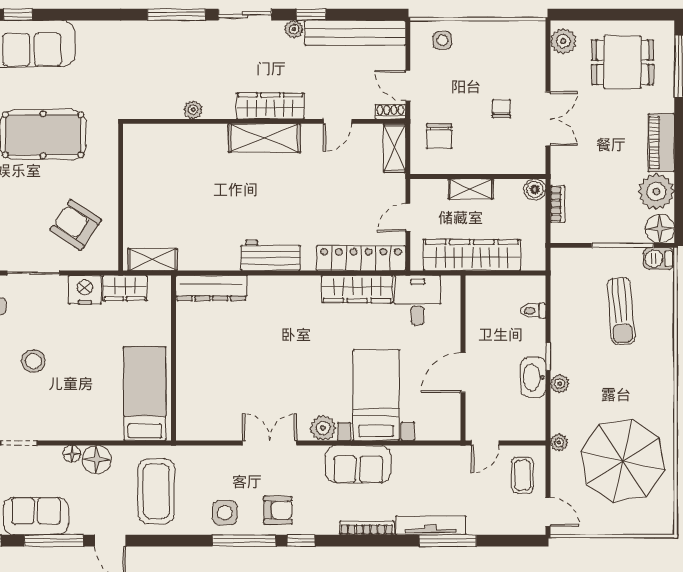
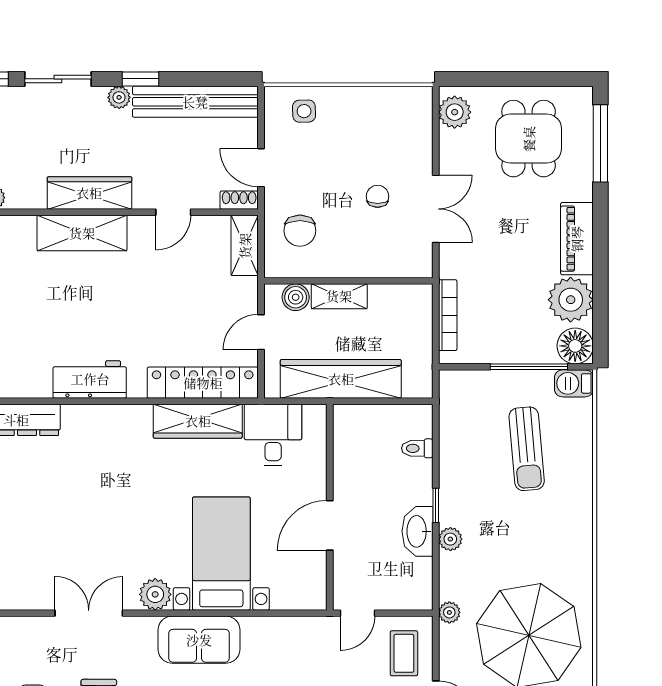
dining table: (622, 62) -> (529, 139), turned 90
boiler: (535, 190) -> (296, 297), moved
bookcase: (558, 204) -> (448, 315), width x1.56

